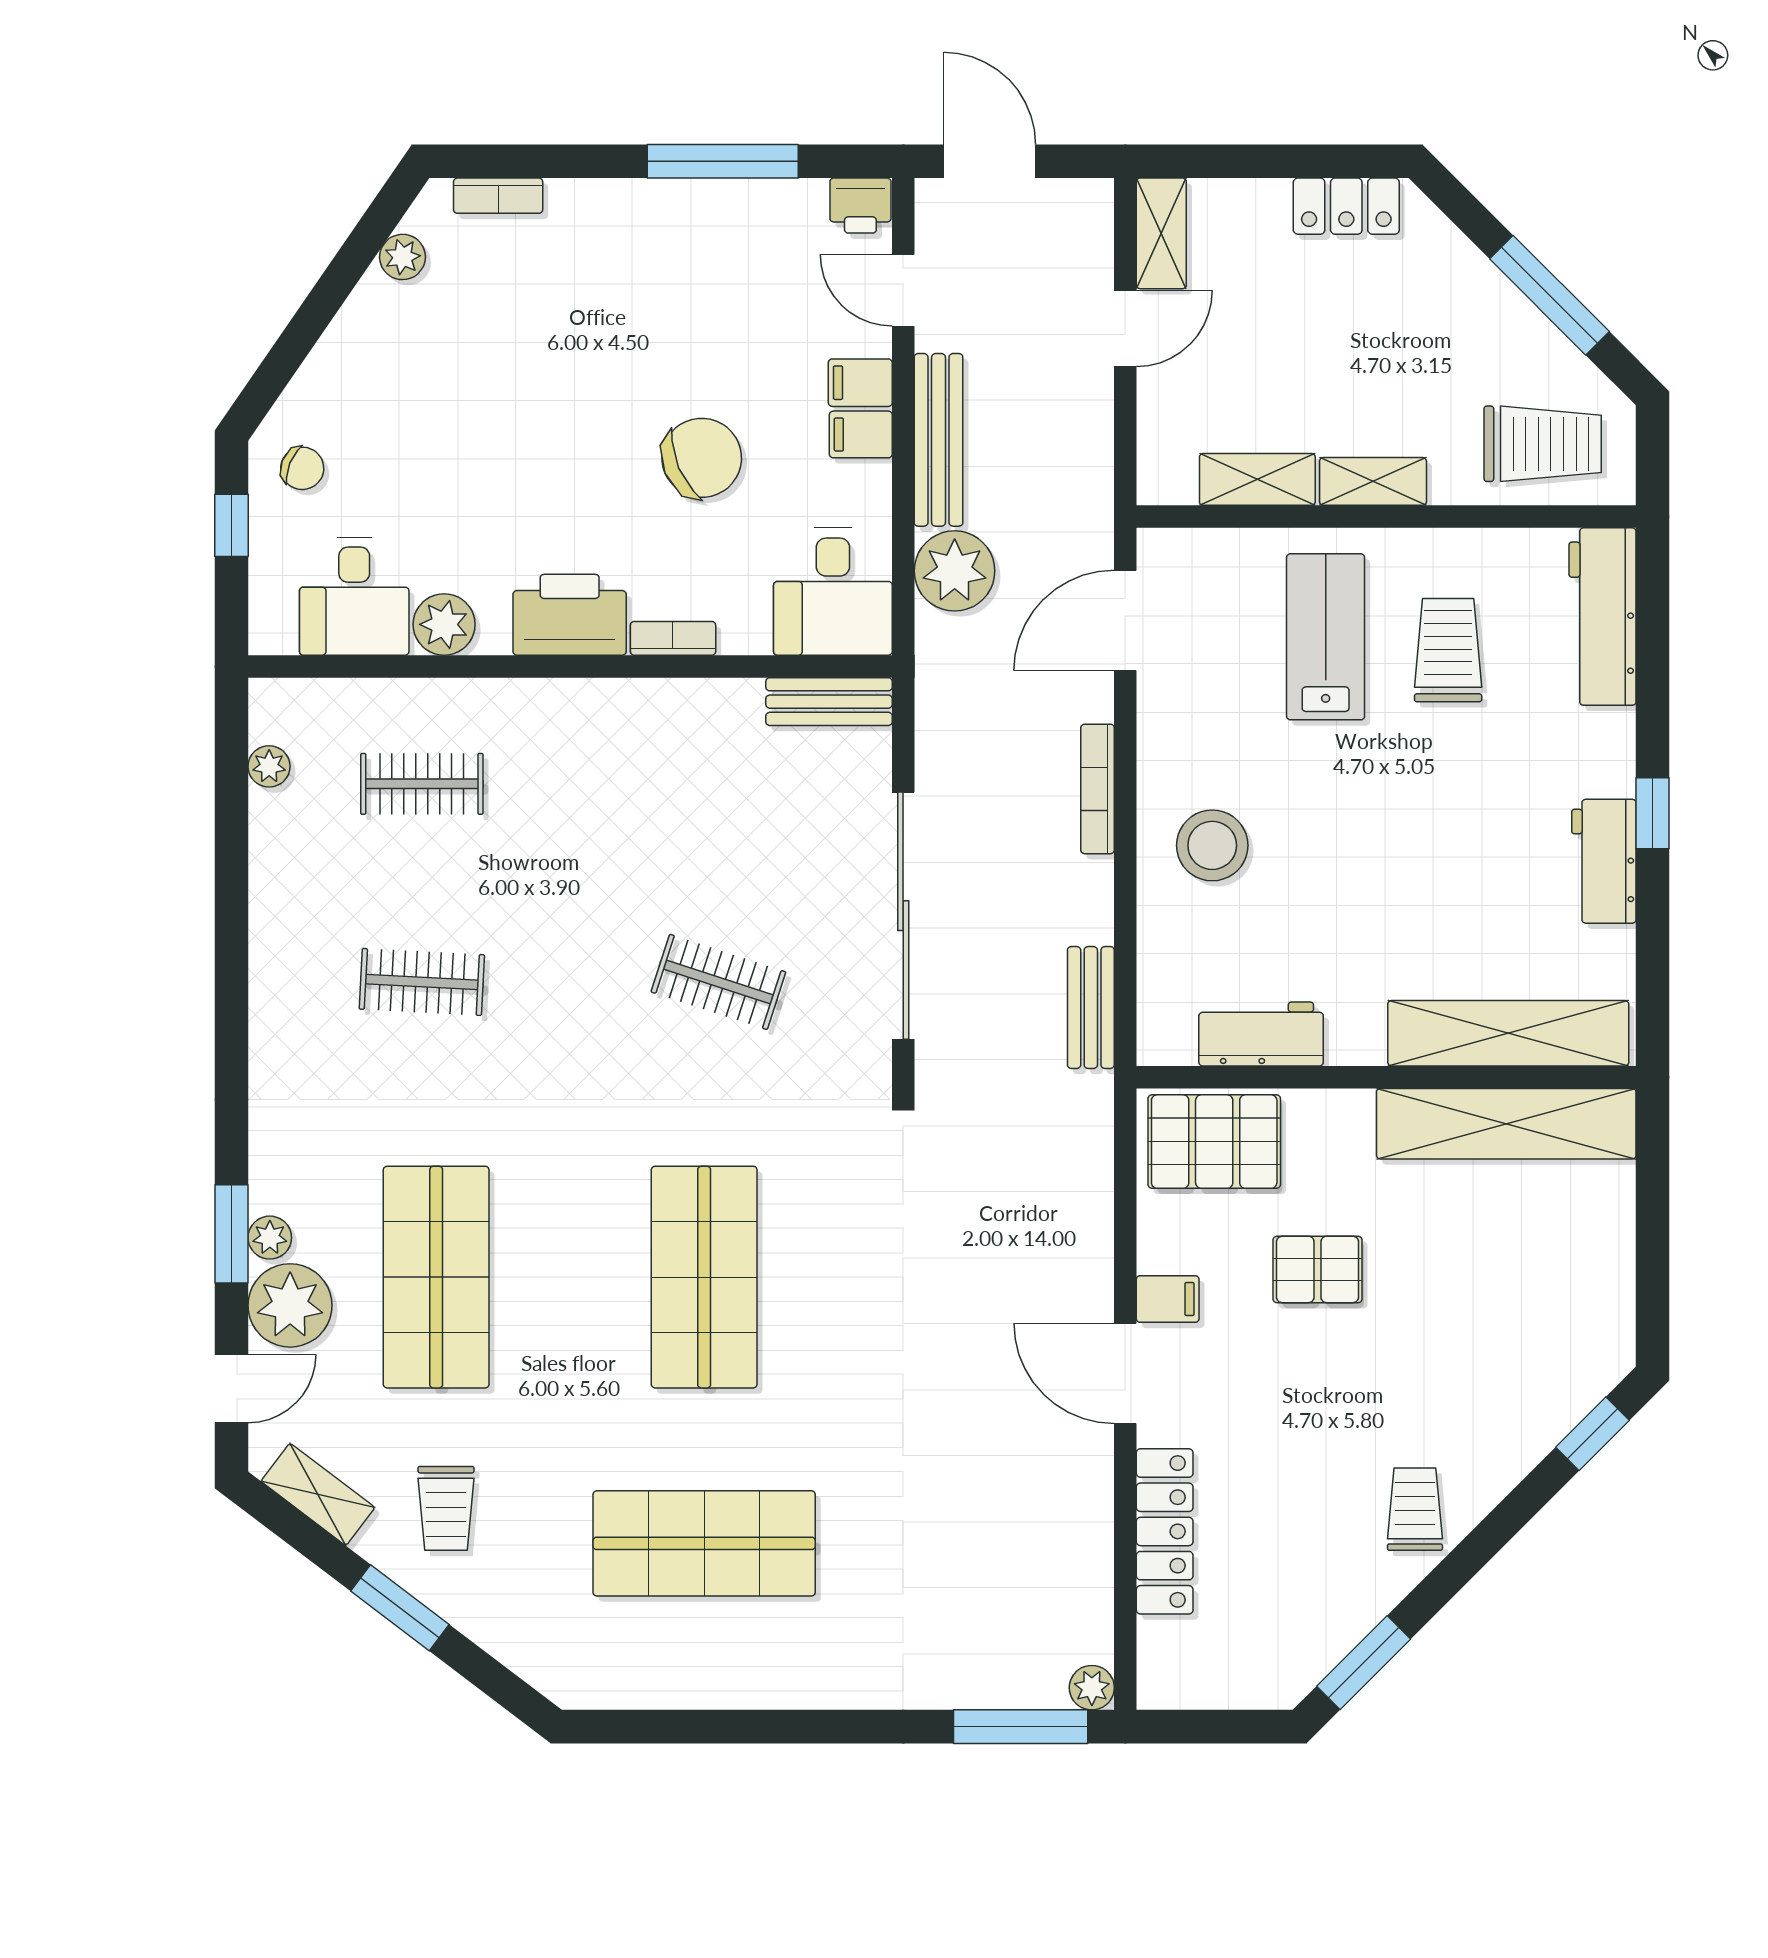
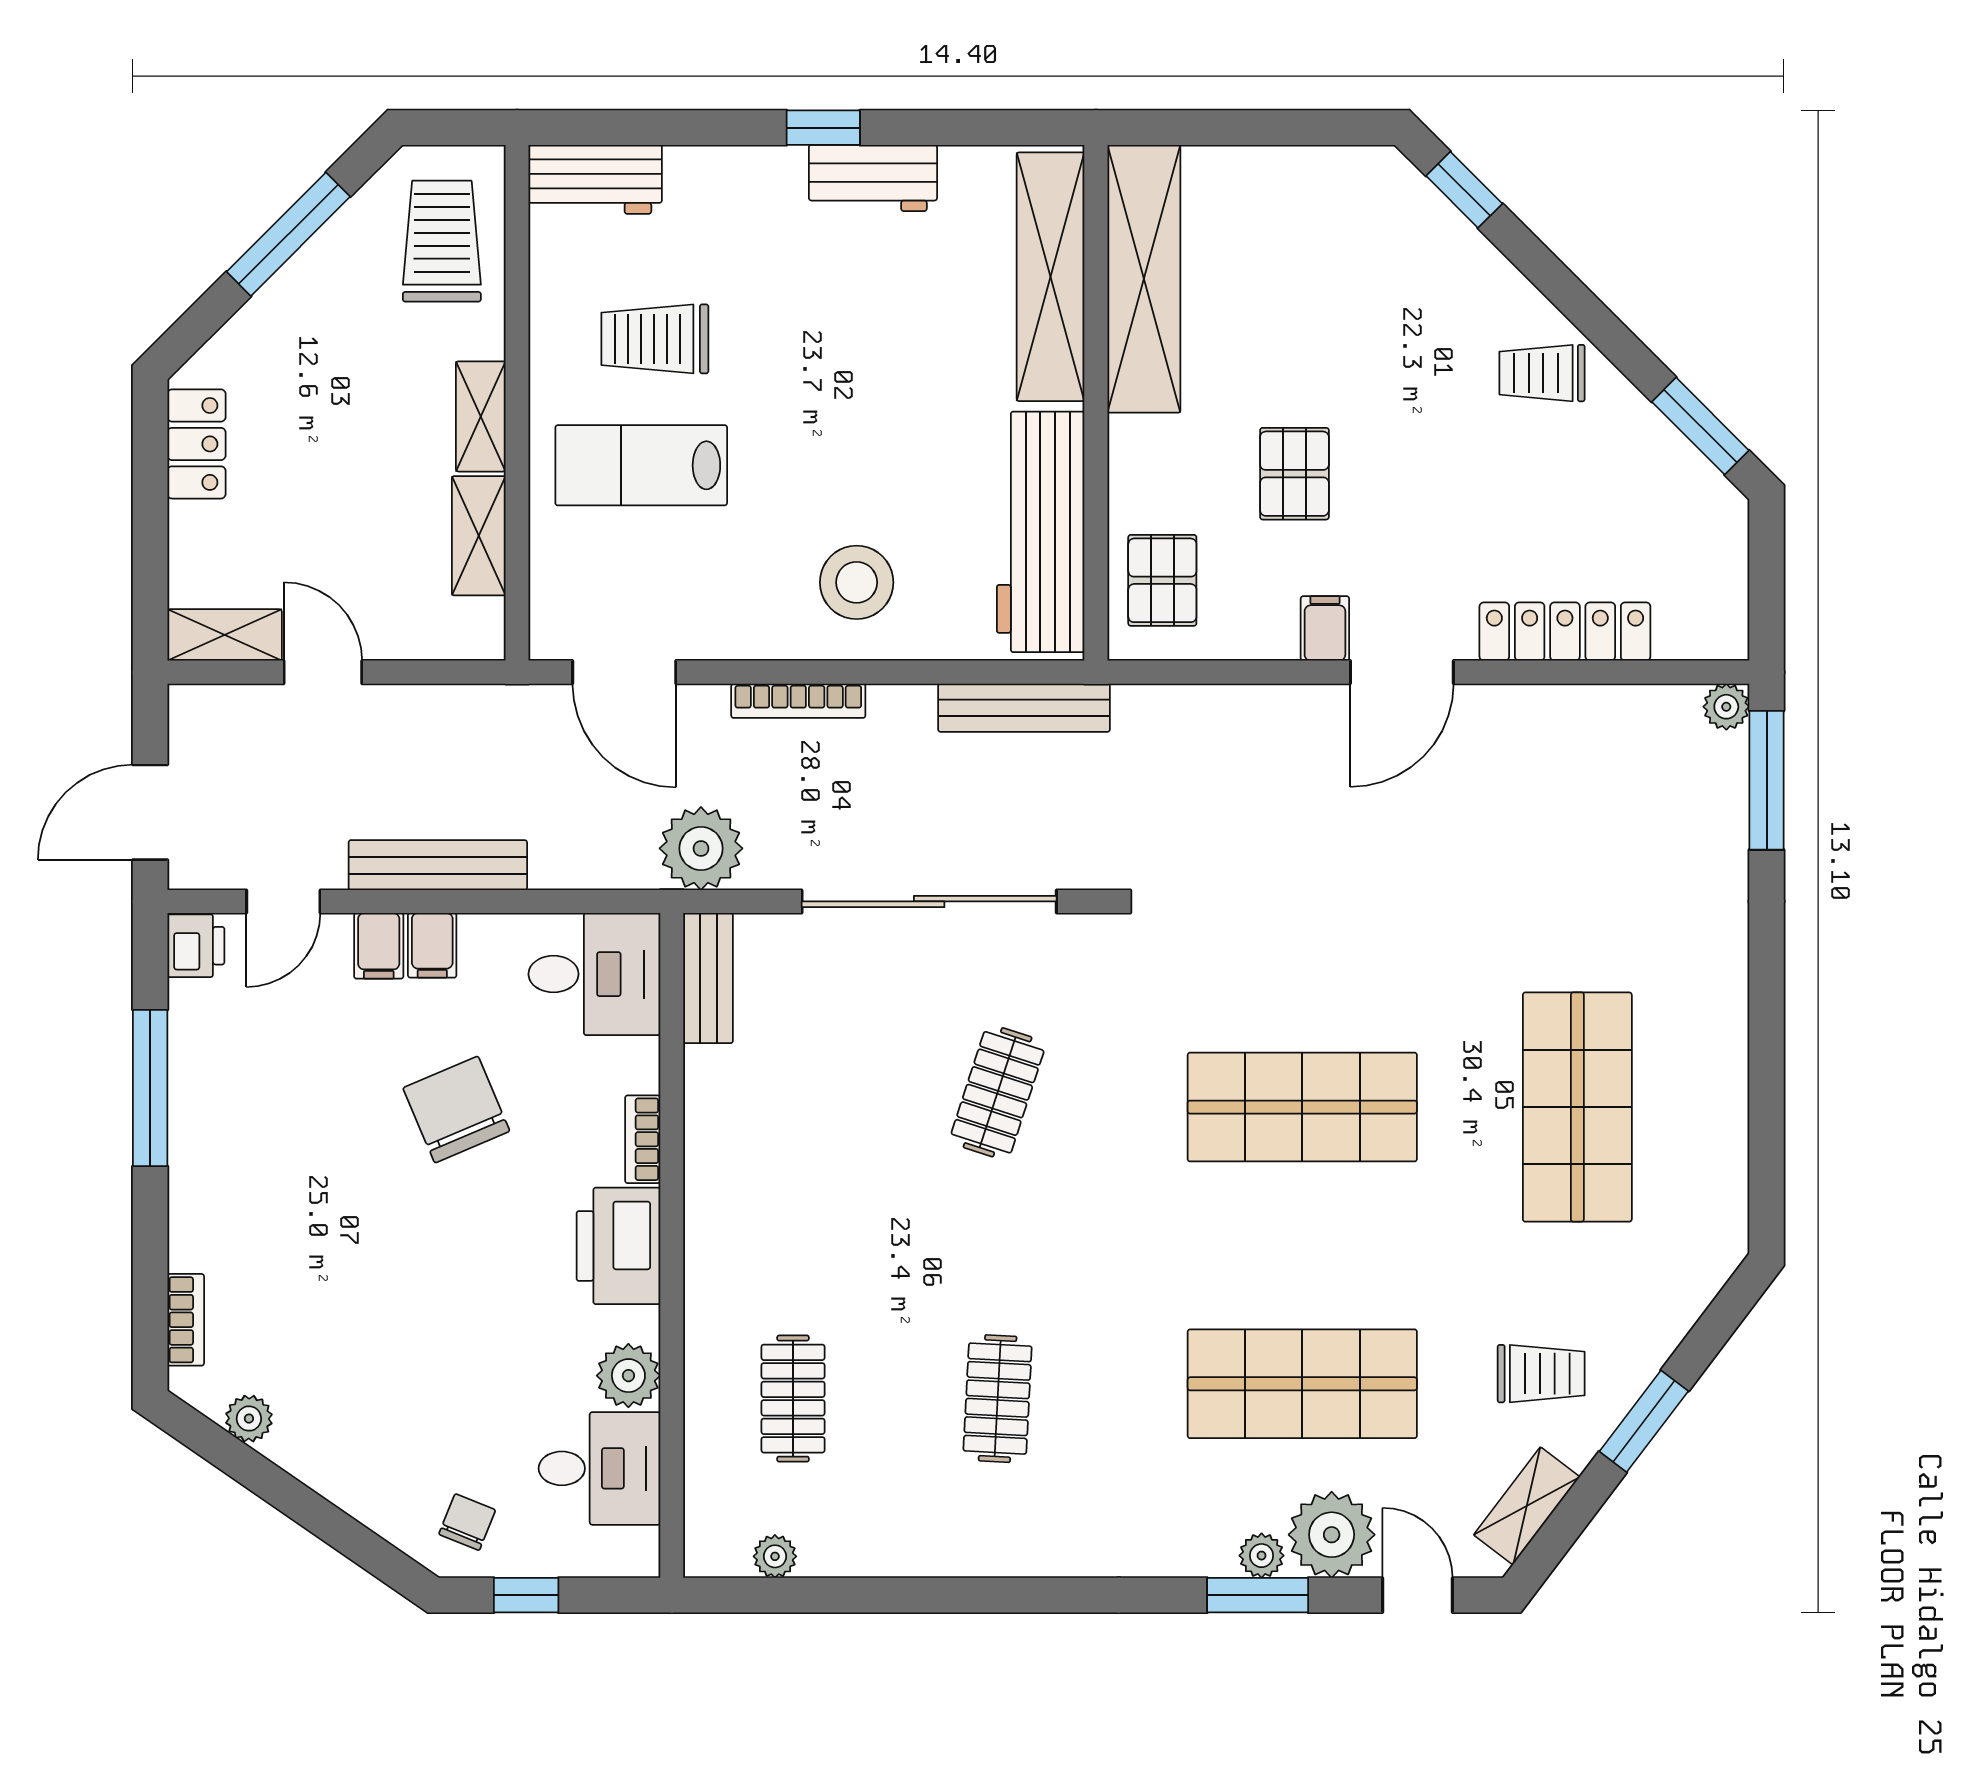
plant: (955, 571) -> (701, 848), moved
workbench: (1603, 617) -> (595, 179), width x0.73
bench: (1091, 1008) -> (1024, 708), width x1.36
workbench: (1261, 1034) -> (1041, 532), width x1.88, depth x1.32
pallet: (1214, 1142) -> (1162, 580), width x0.67, depth x0.71

